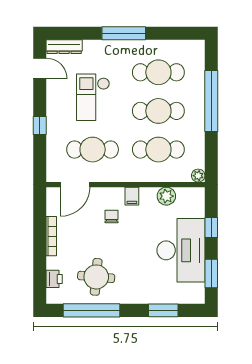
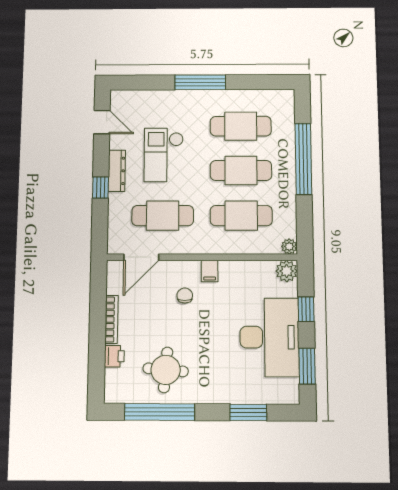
dresser: (64, 47) -> (117, 171), moved, turned -90
plant: (166, 196) -> (287, 271), moved
printer: (54, 279) -> (114, 356), moved

